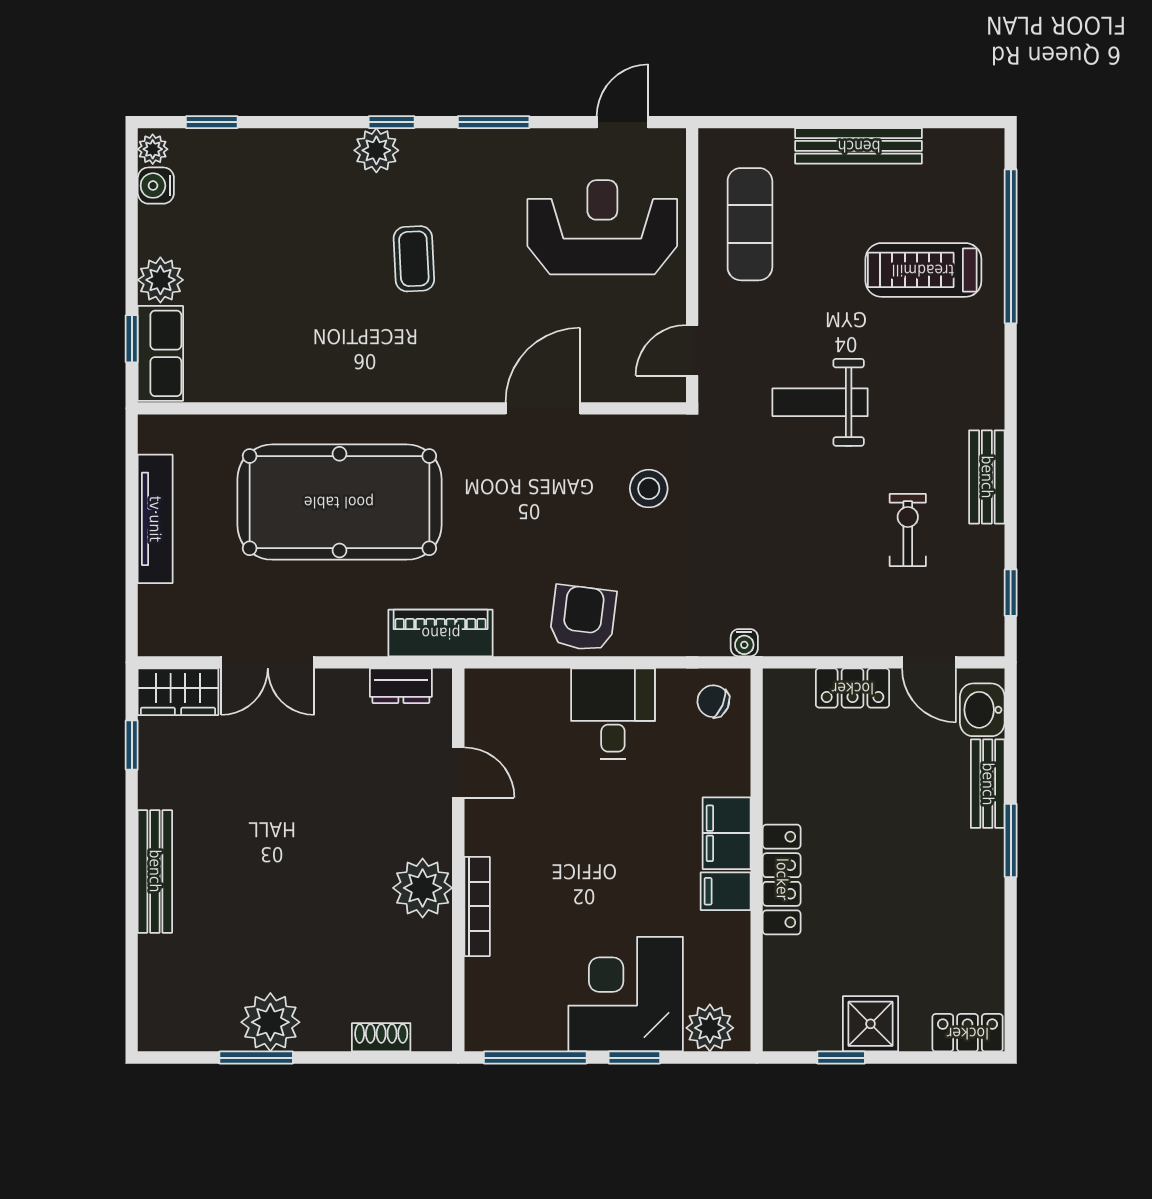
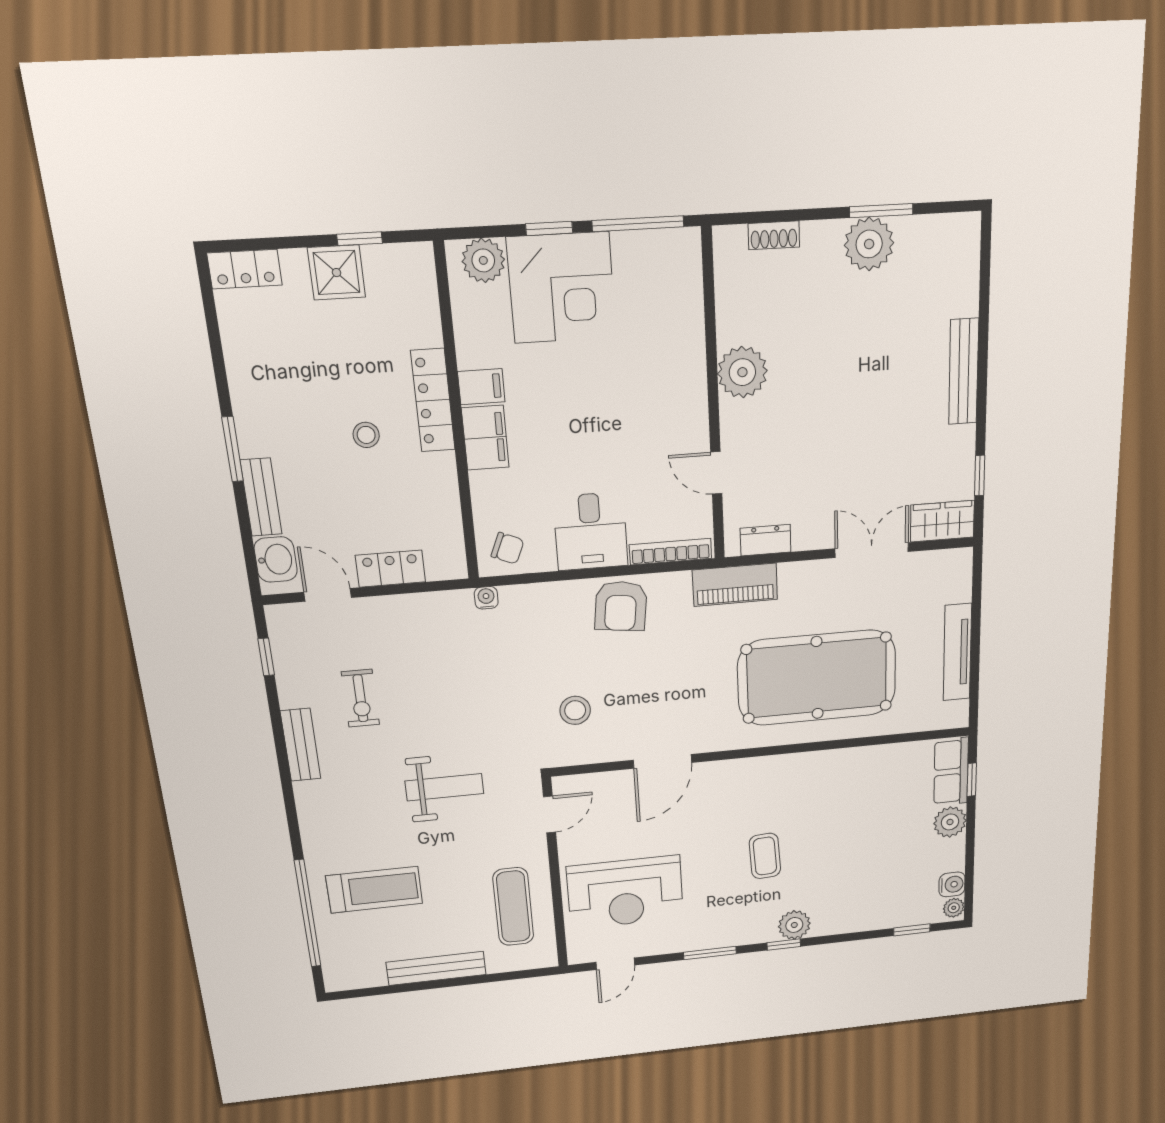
stool: (861, 846) -> (366, 435), added
bookcase: (477, 906) -> (671, 552), moved, turned 90

